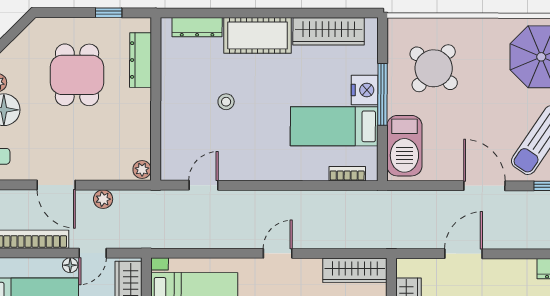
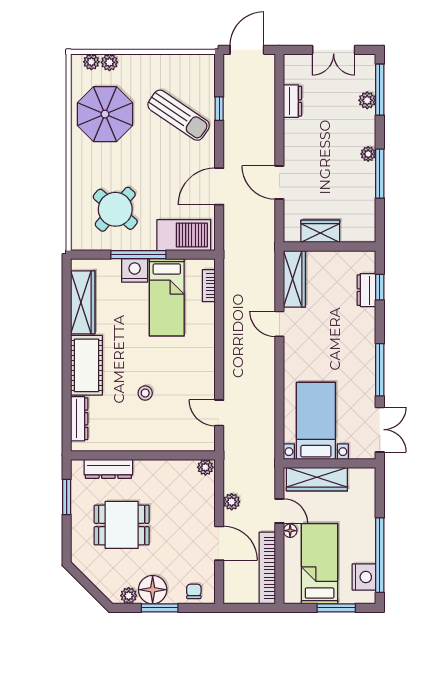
window: (109, 13) -> (67, 497), width x1.50
door: (56, 185) -> (219, 543), hinge flipped
door: (484, 186) -> (219, 186), moved
door: (278, 253) -> (279, 324), moved

